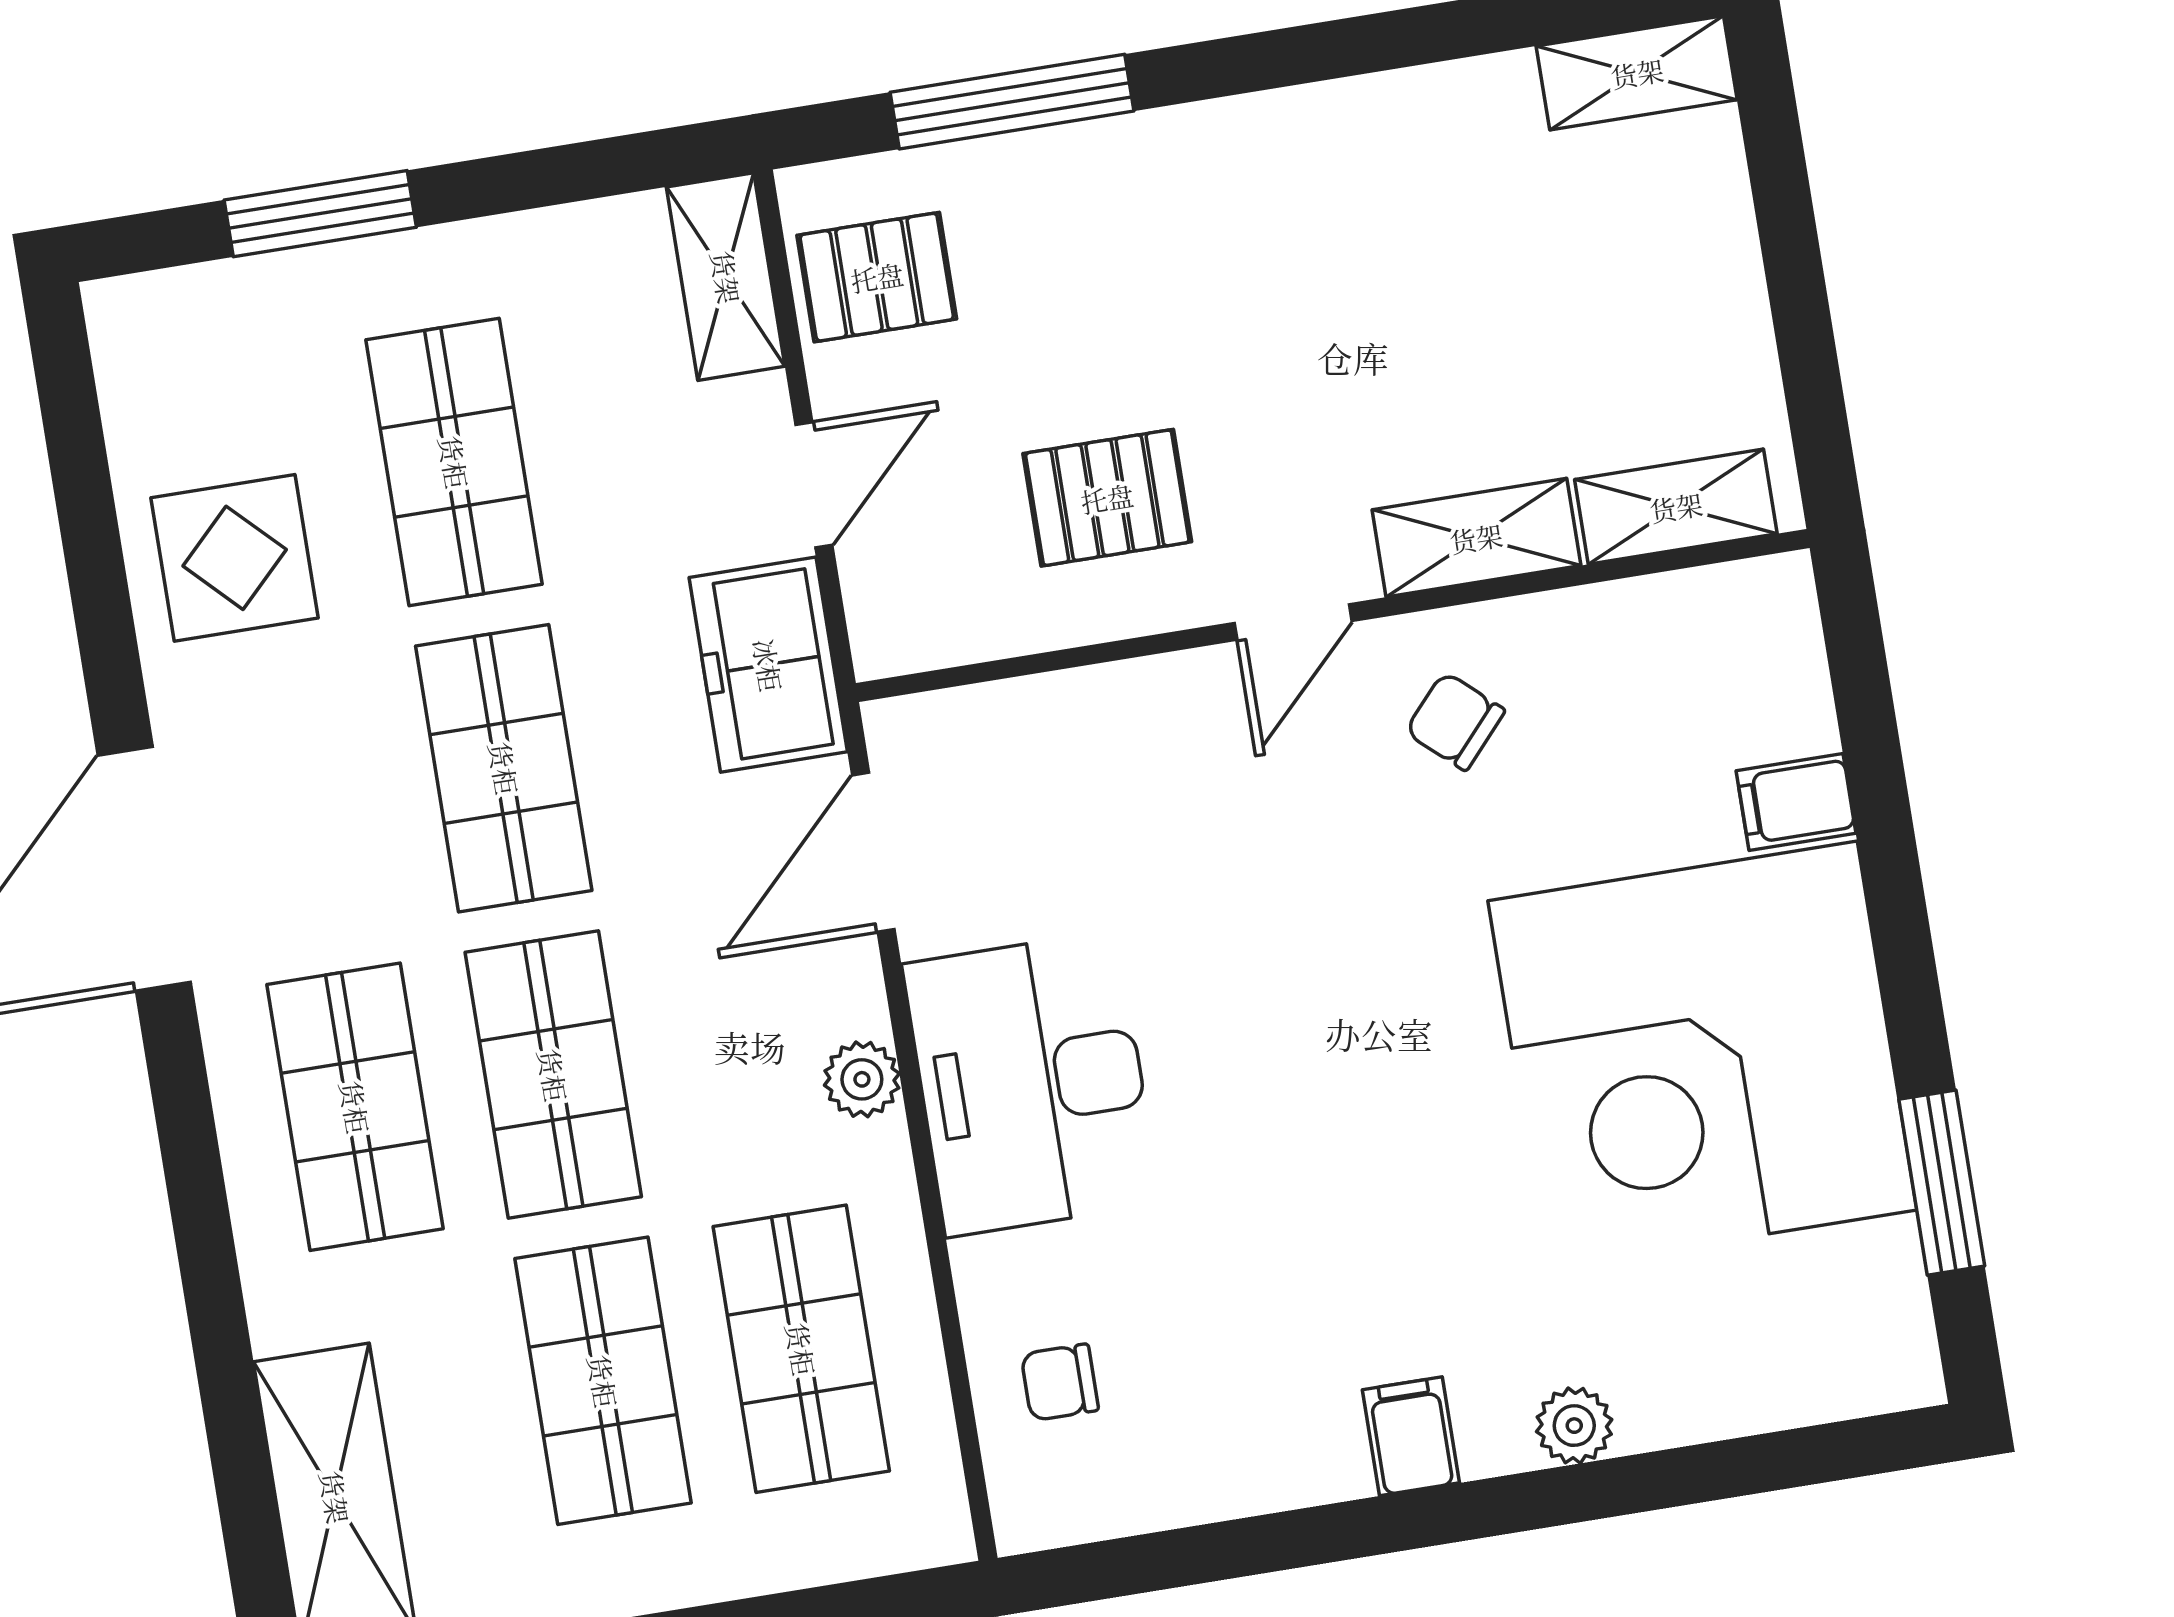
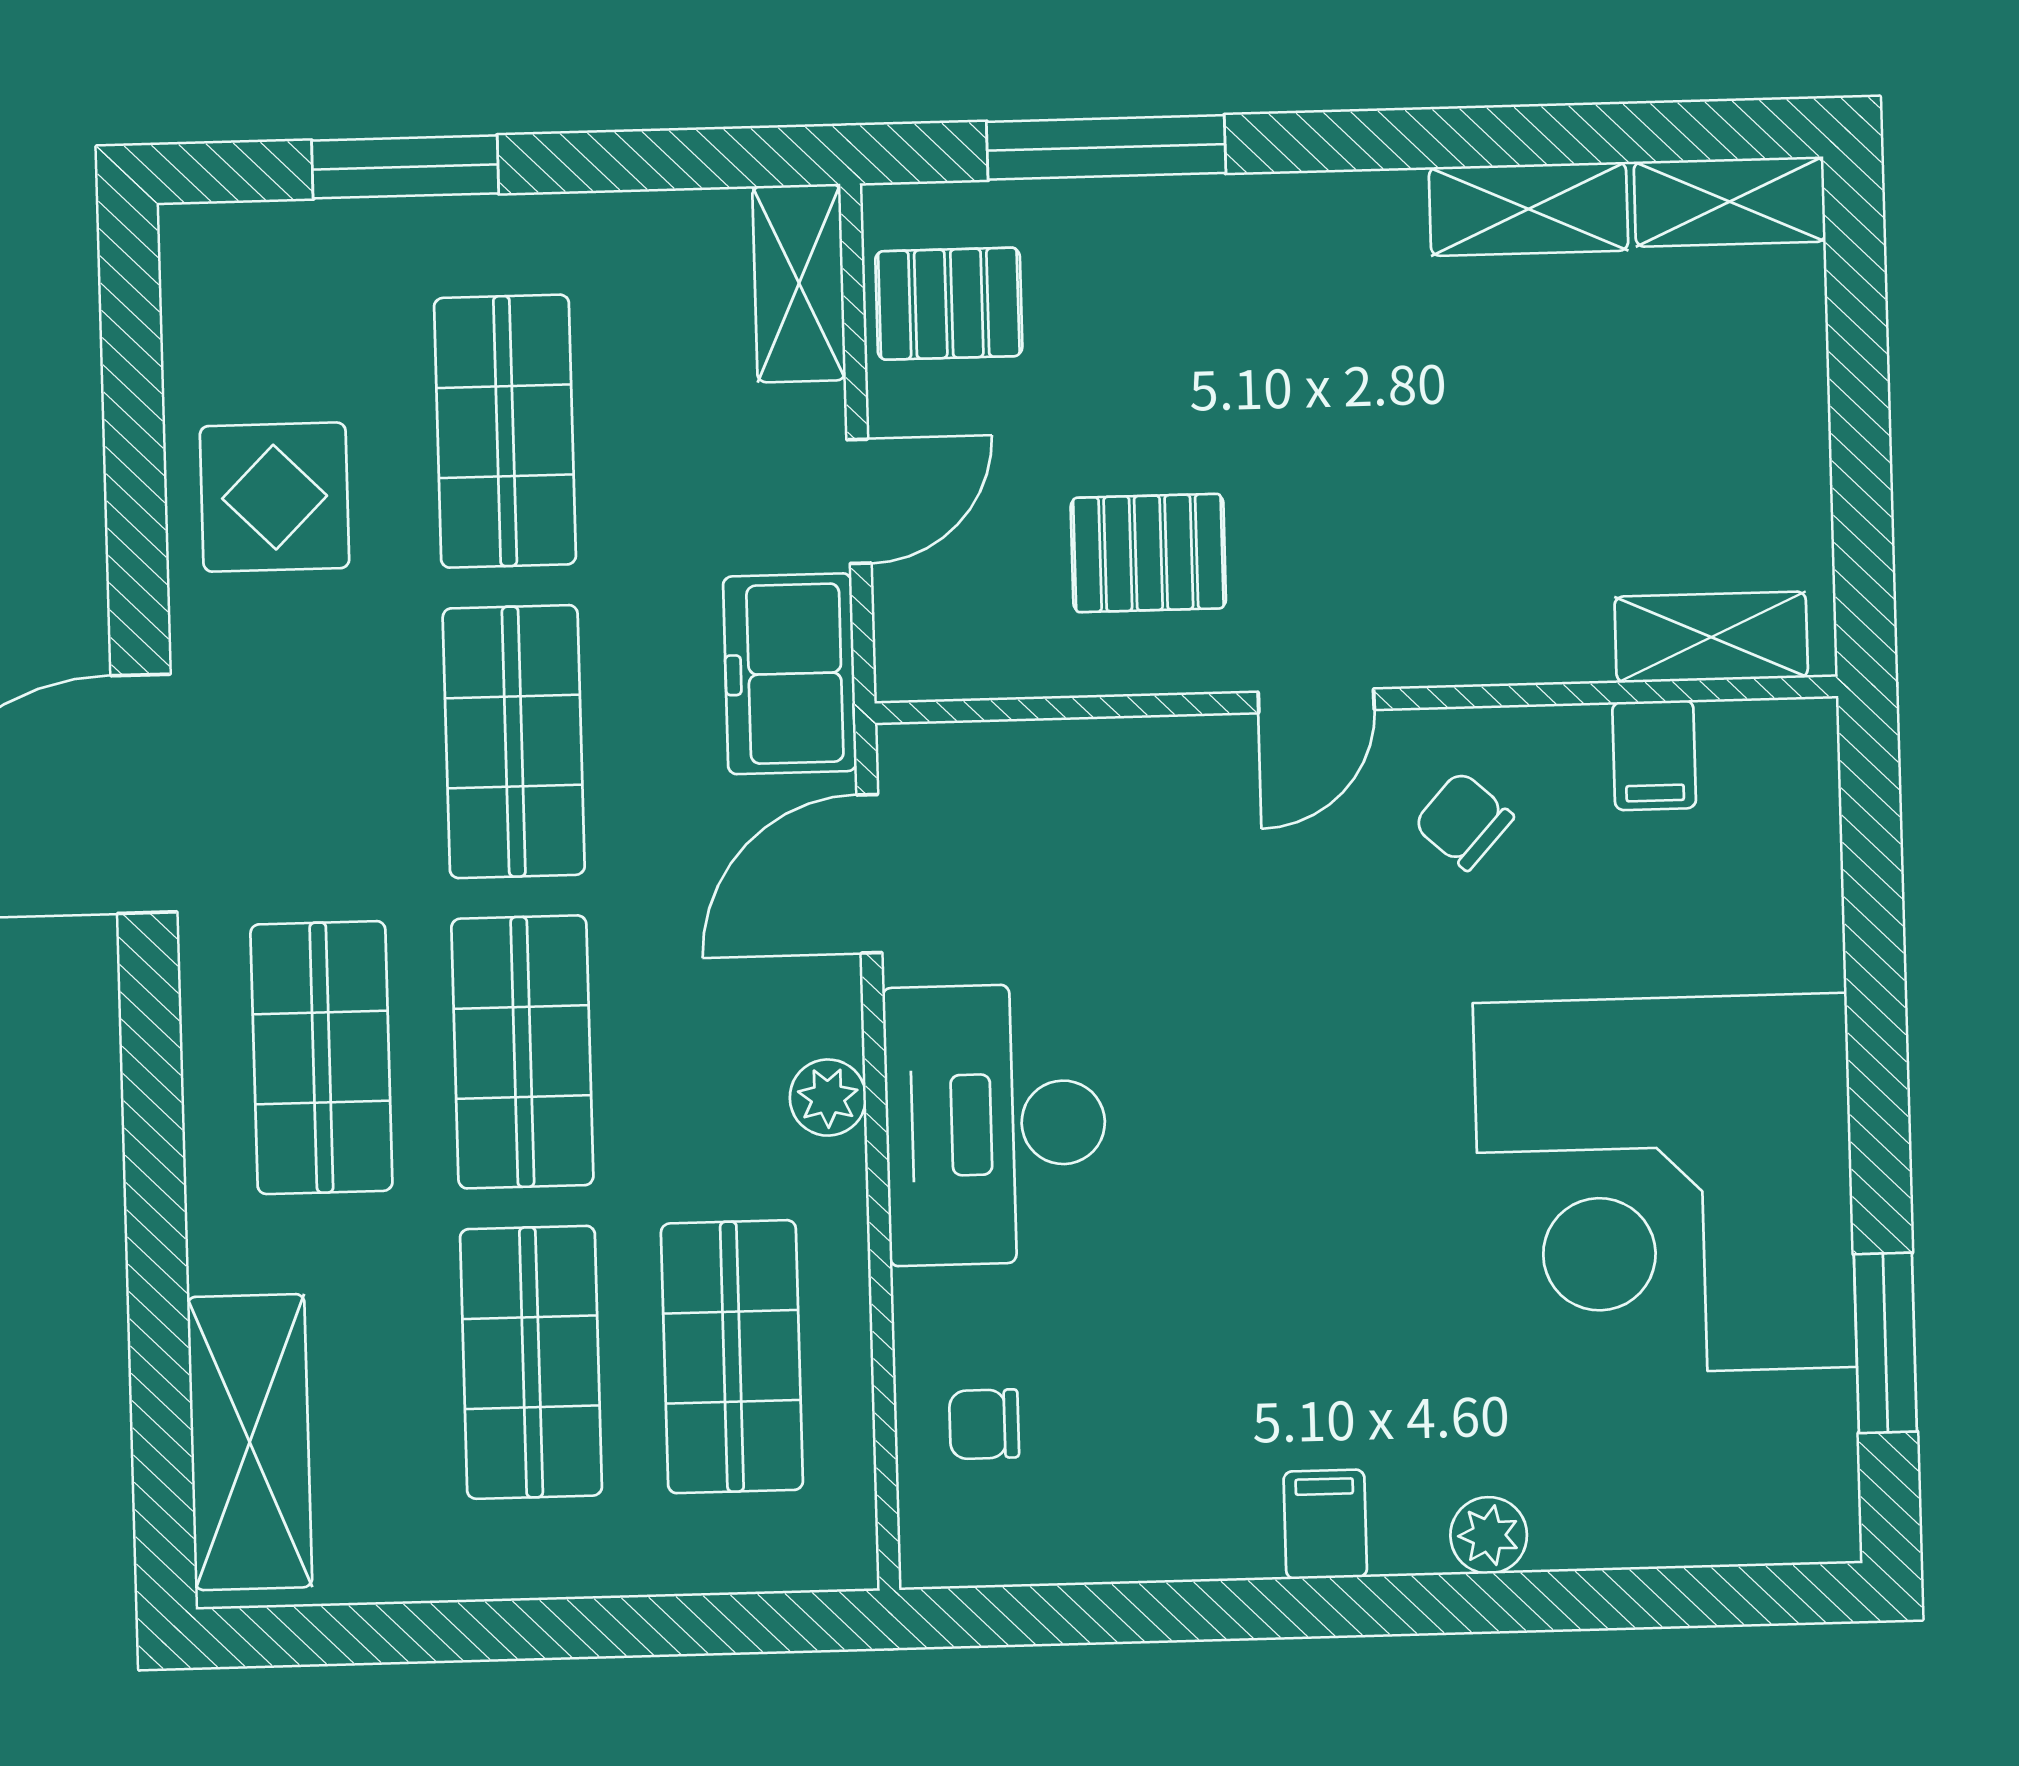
shelving: (1476, 538) -> (1529, 209), moved
filing cabinet: (1796, 802) -> (1654, 755), moved, turned -90

